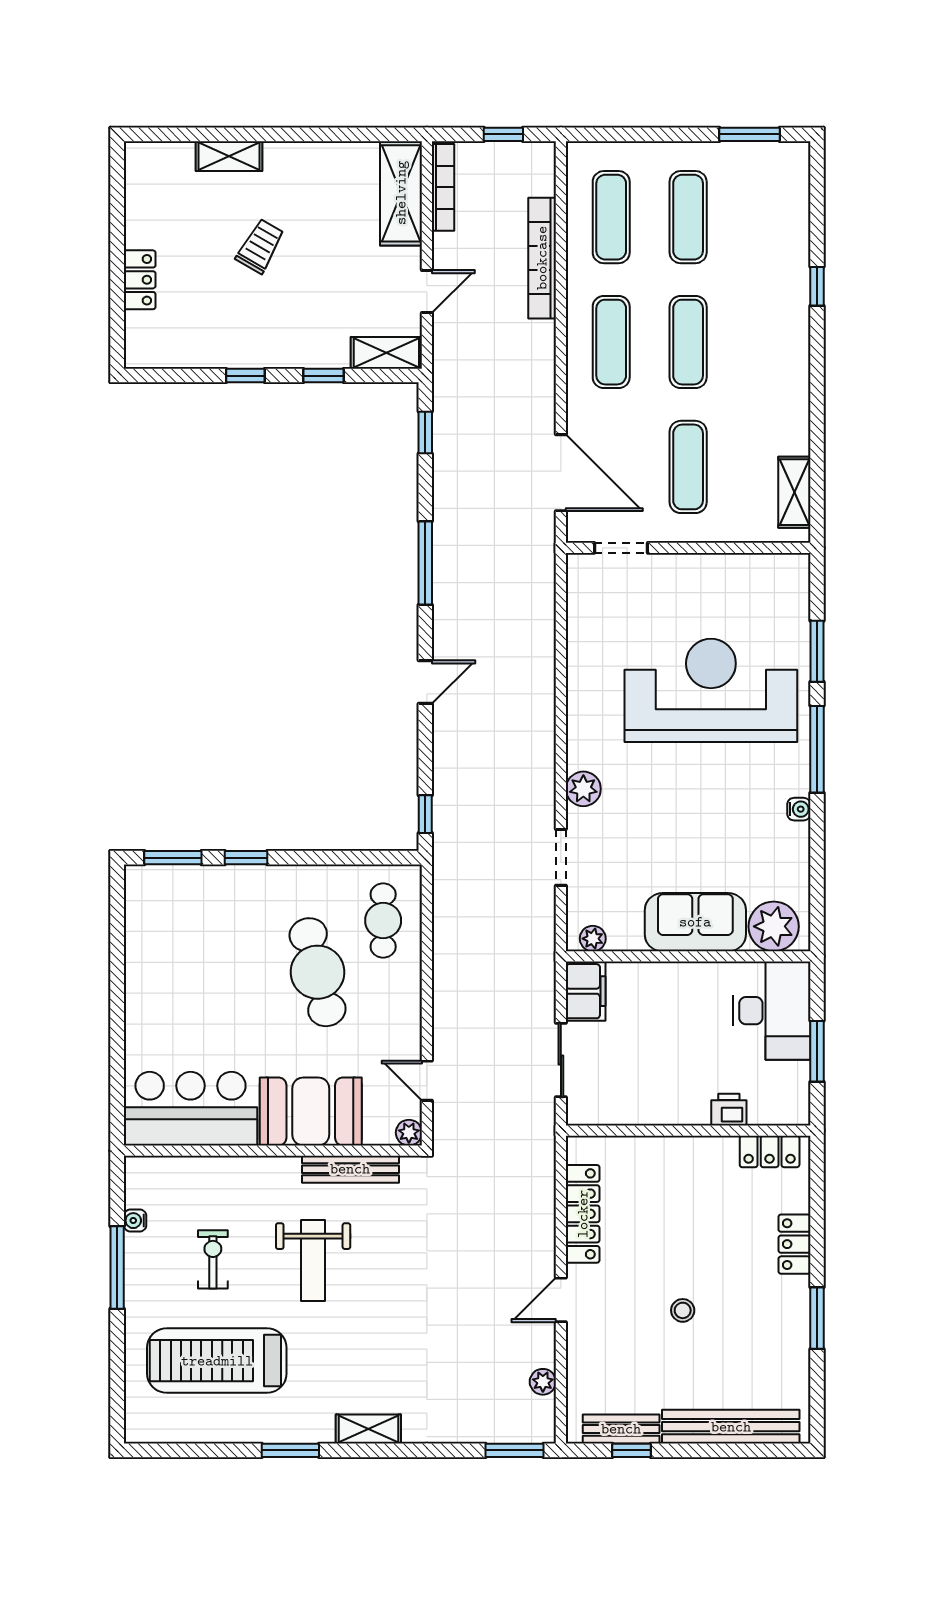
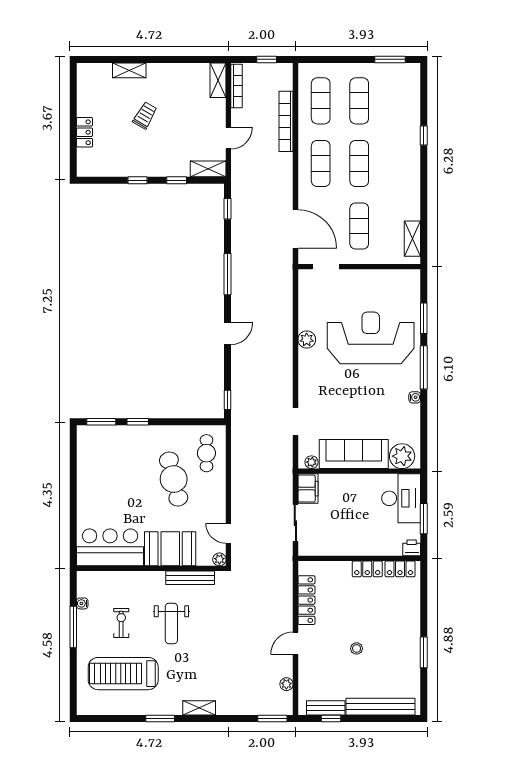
shelving: (401, 193) -> (218, 80), width x0.67, depth x0.75
plant: (583, 789) -> (307, 339), moved
sofa: (695, 922) -> (354, 454), width x1.36
printer: (729, 1110) -> (412, 548), moved
locker: (794, 1244) -> (367, 569), moved, turned -90

